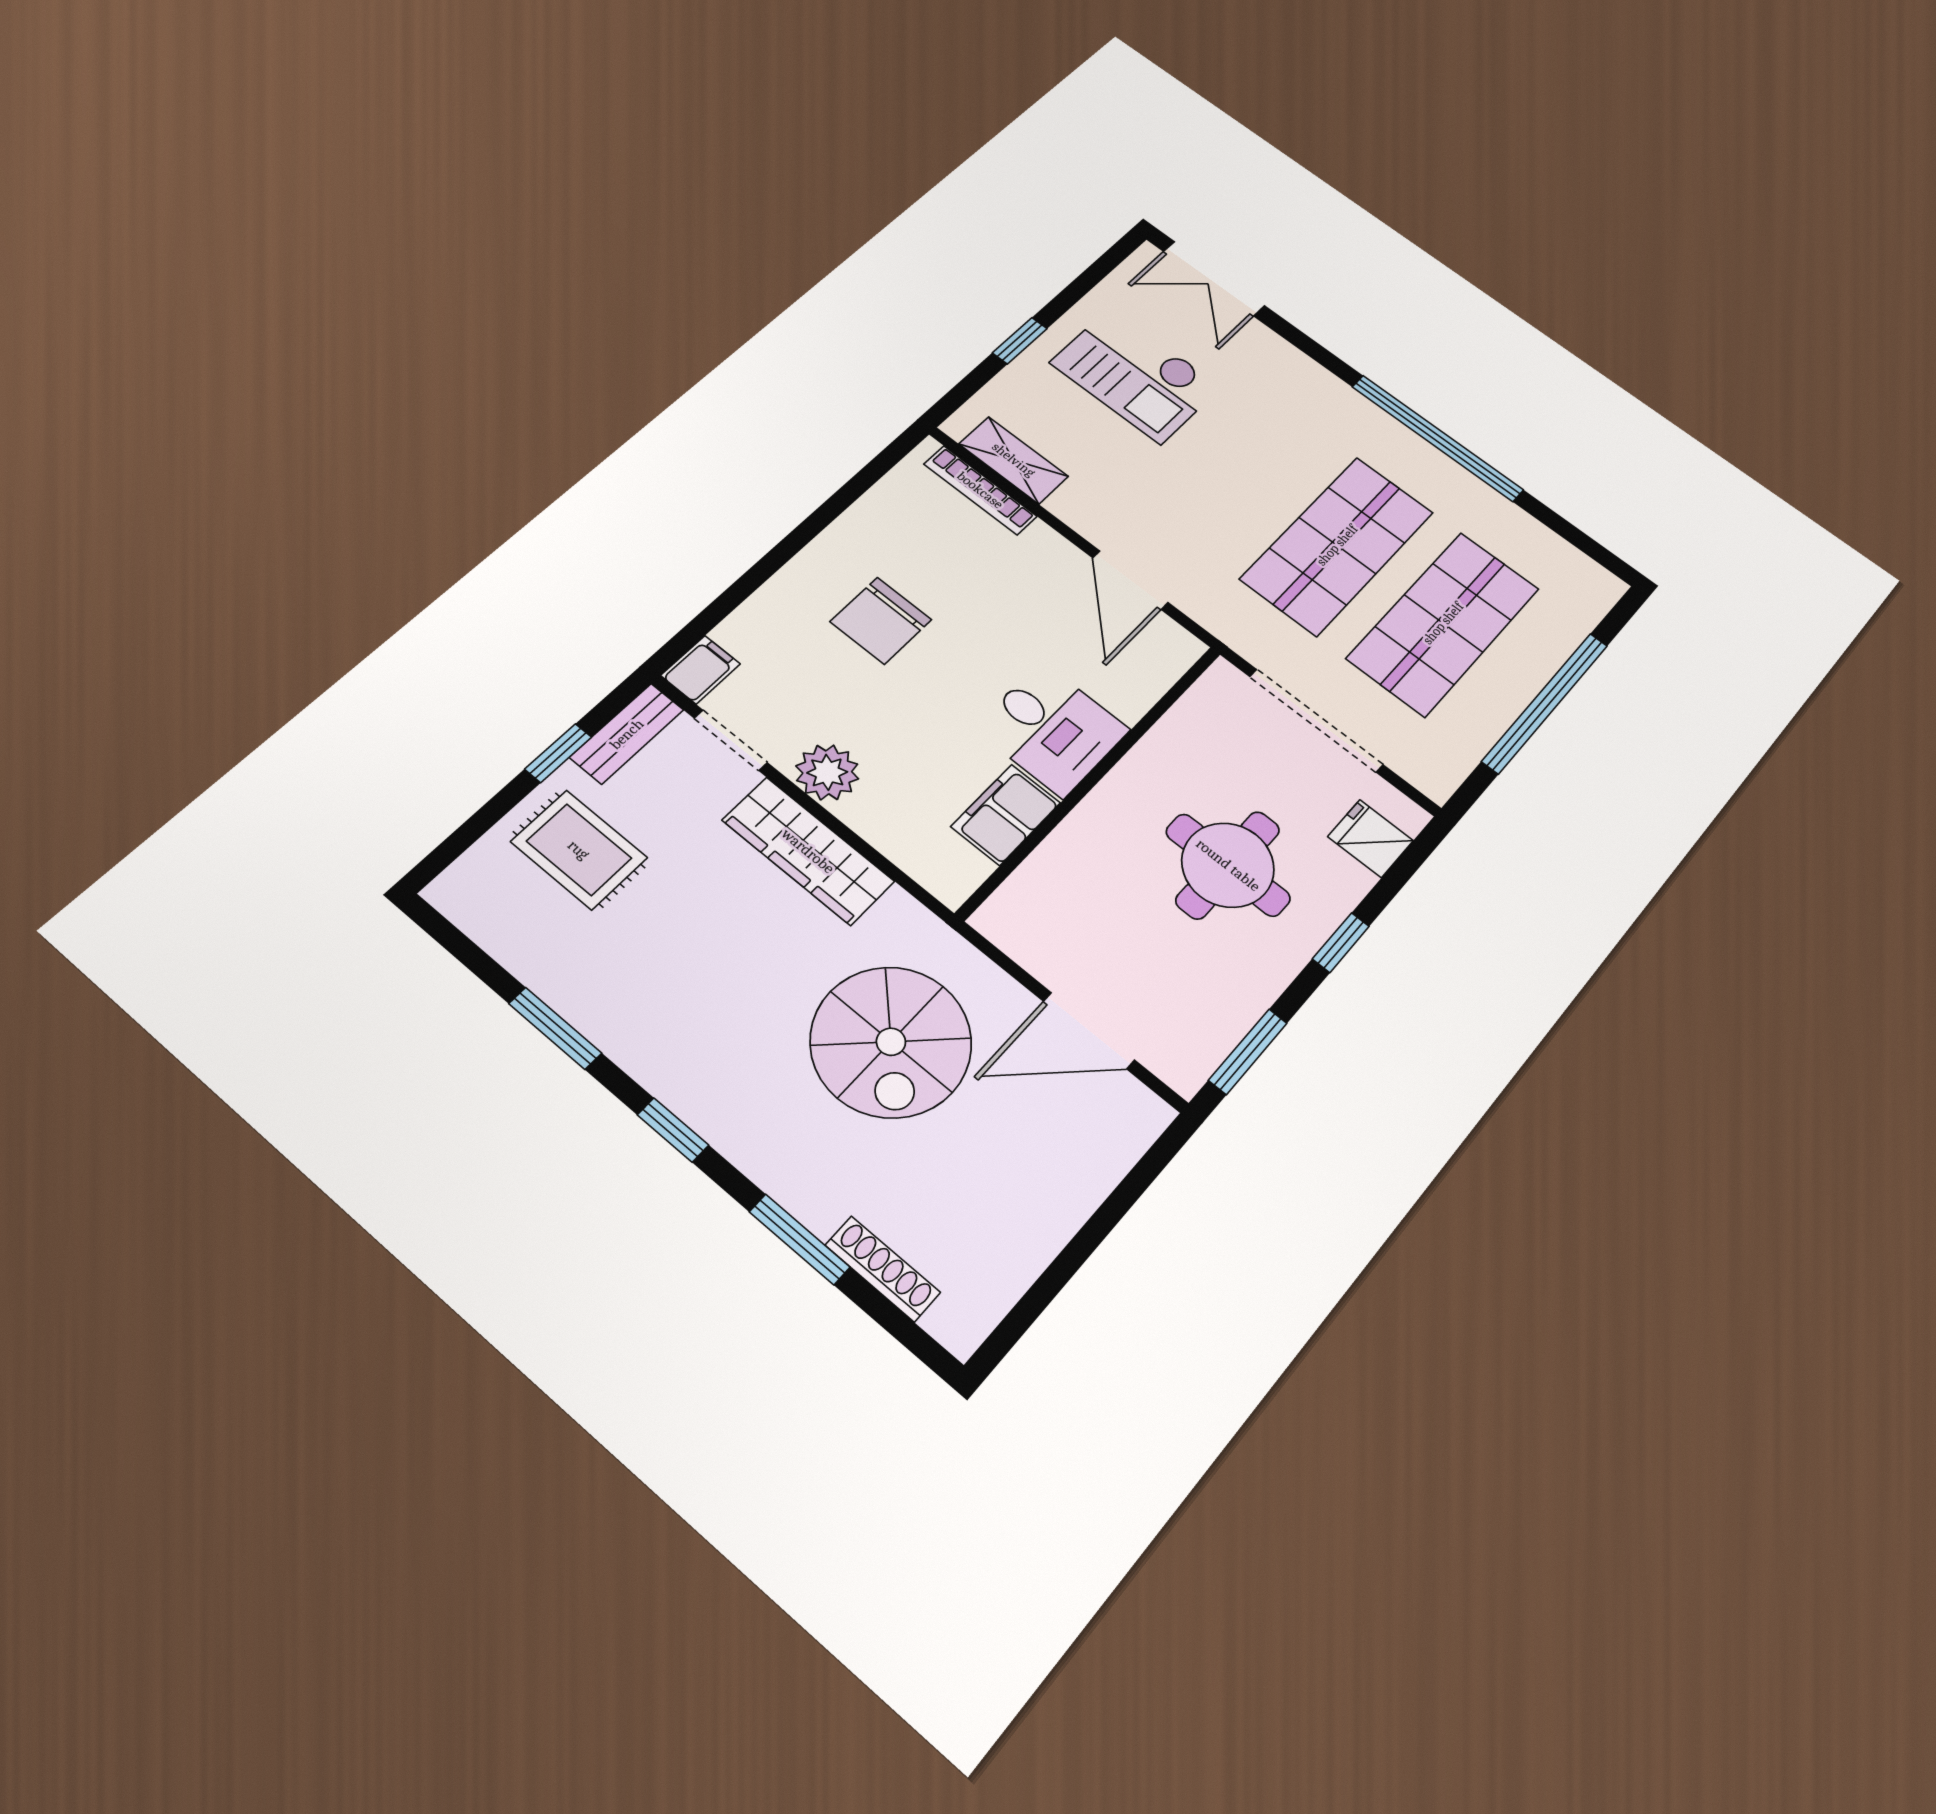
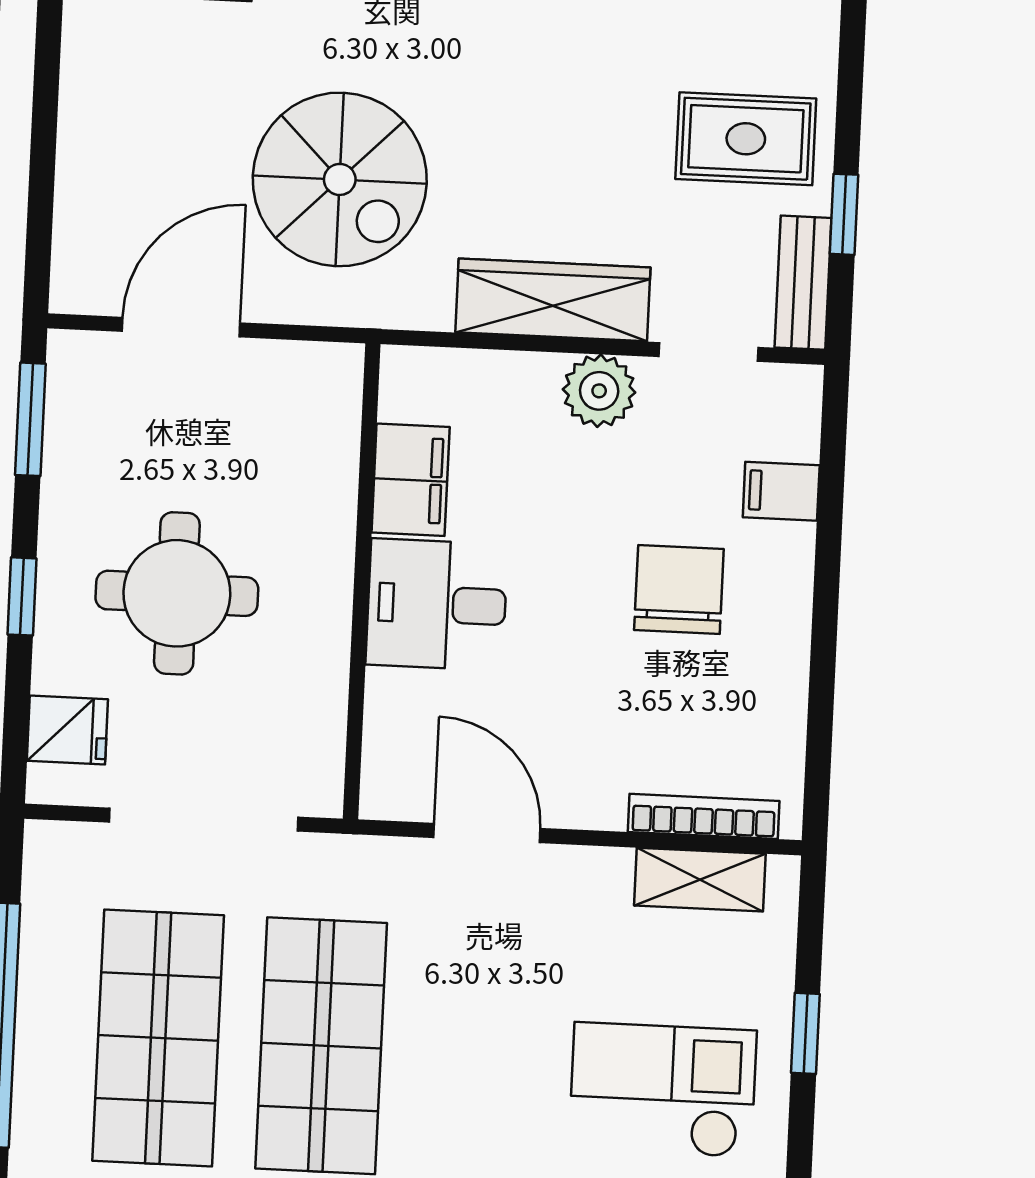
filing cabinet: (701, 670) -> (781, 491), moved, turned 90
spiral stairs: (891, 1042) -> (340, 179), turned 180

